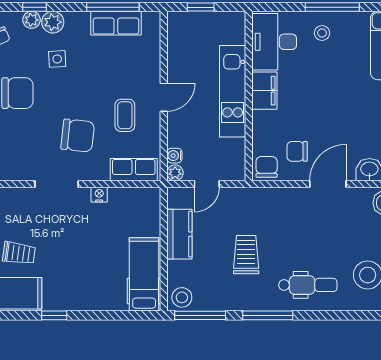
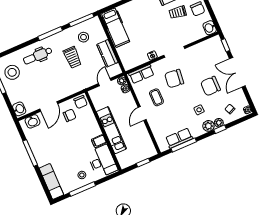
filing cabinet: (264, 91) -> (99, 141), width x0.50
stool: (182, 297) -> (84, 37), moved

